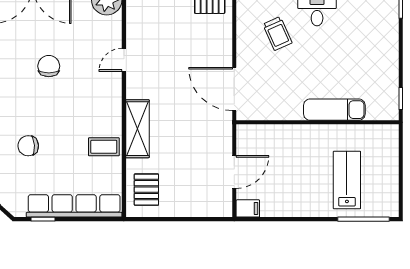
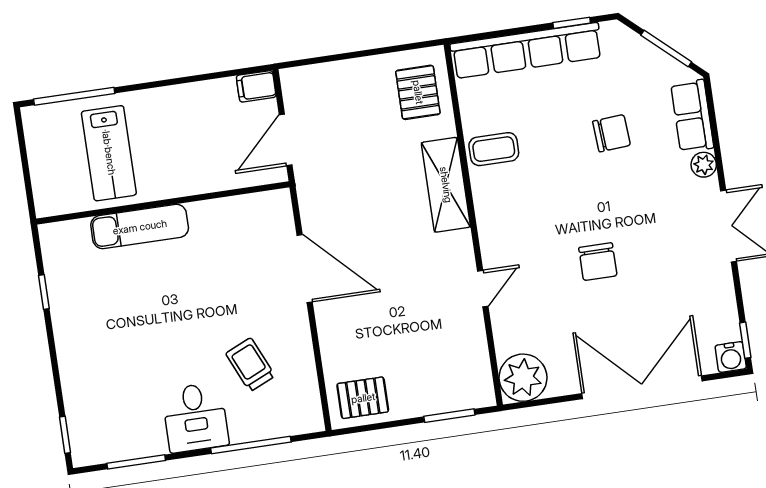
exam couch: (334, 110) -> (140, 227), moved
wall: (318, 122) -> (163, 203), moved

